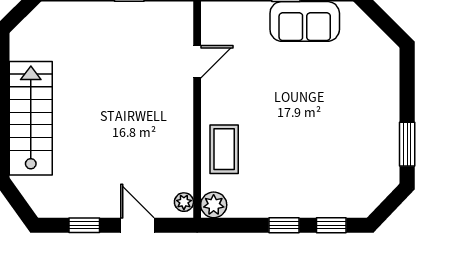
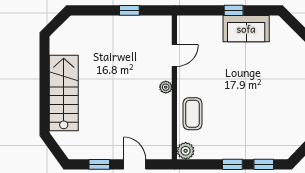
plant: (184, 202) -> (166, 87), moved

